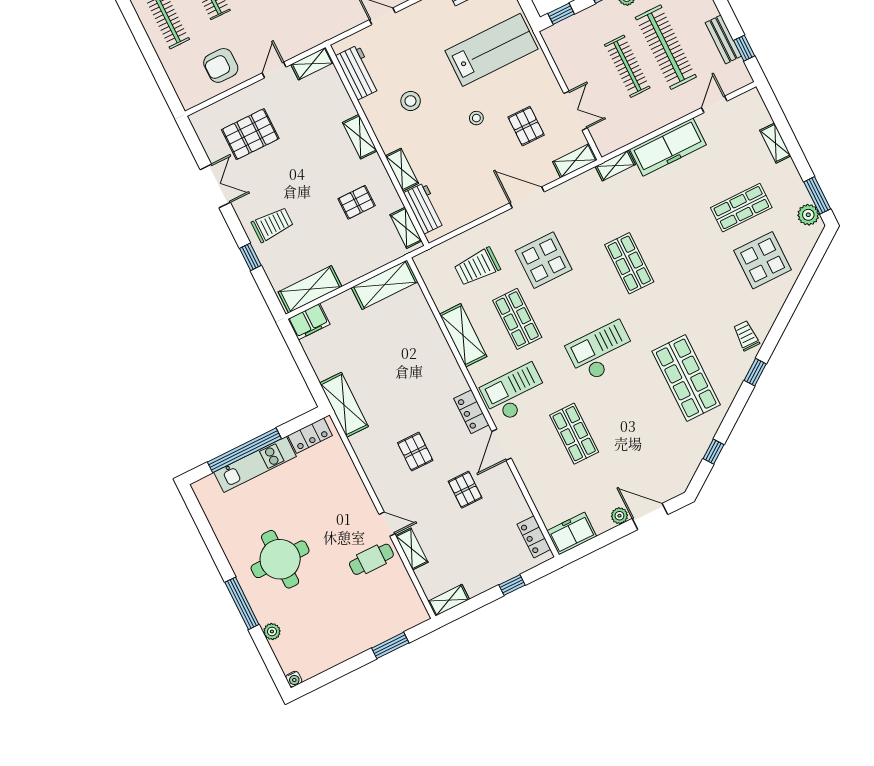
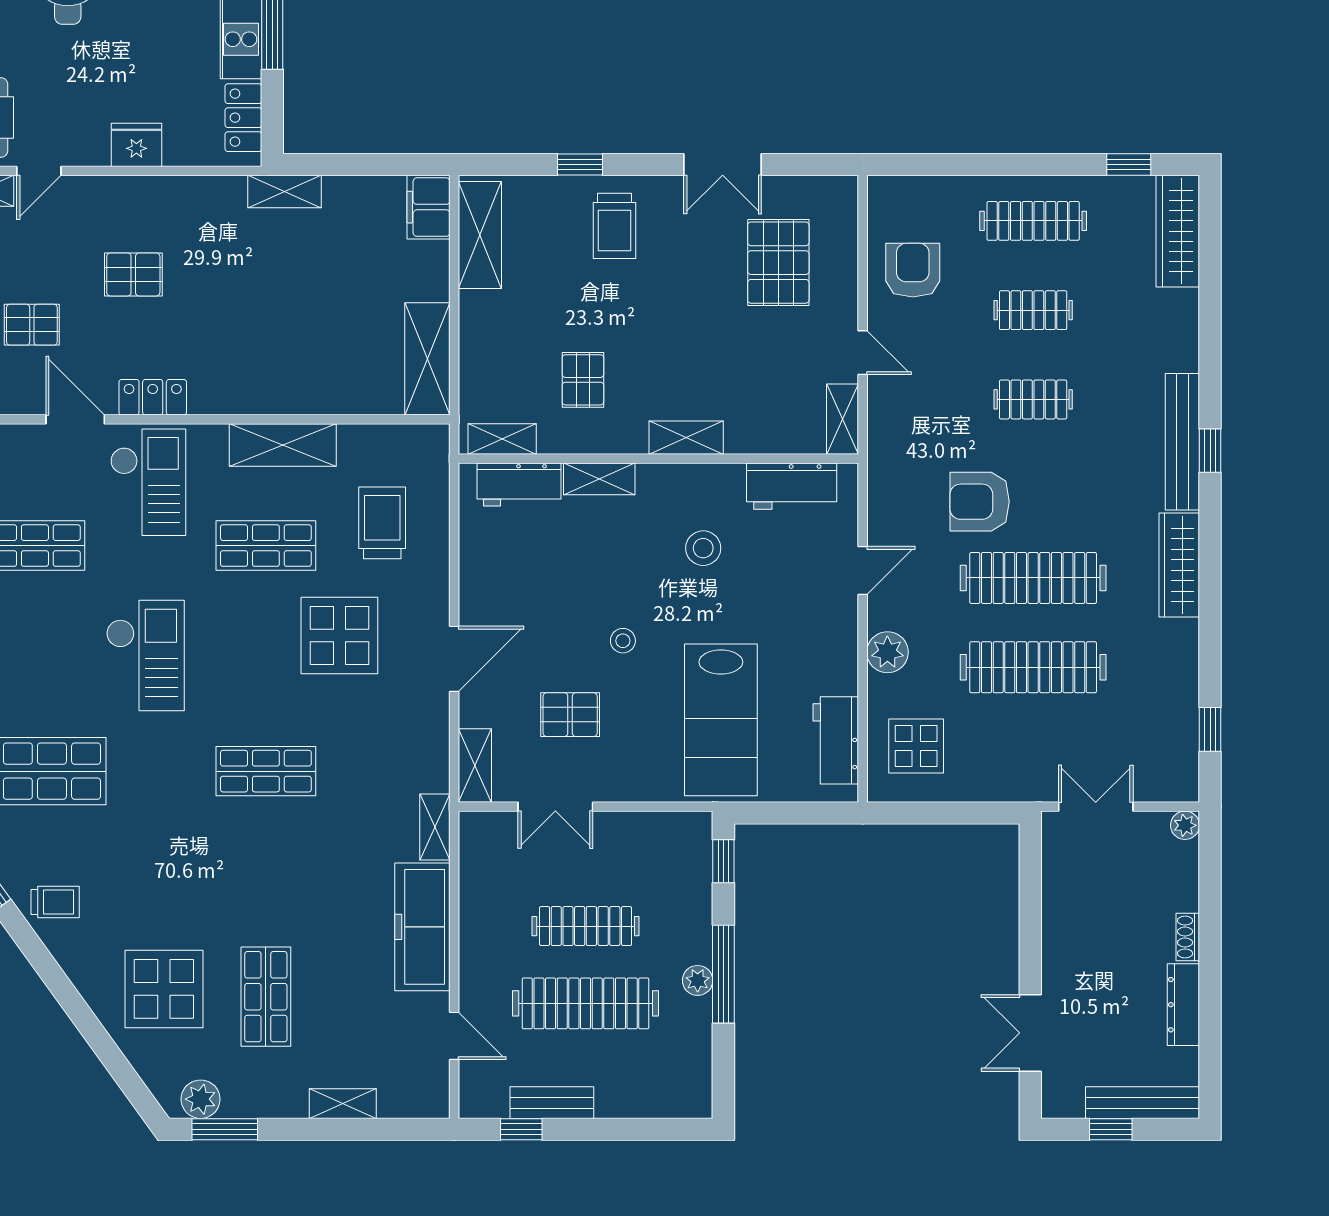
shelving: (344, 405) -> (284, 192), width x0.67, depth x0.75
fridge: (350, 482) -> (136, 145), added

